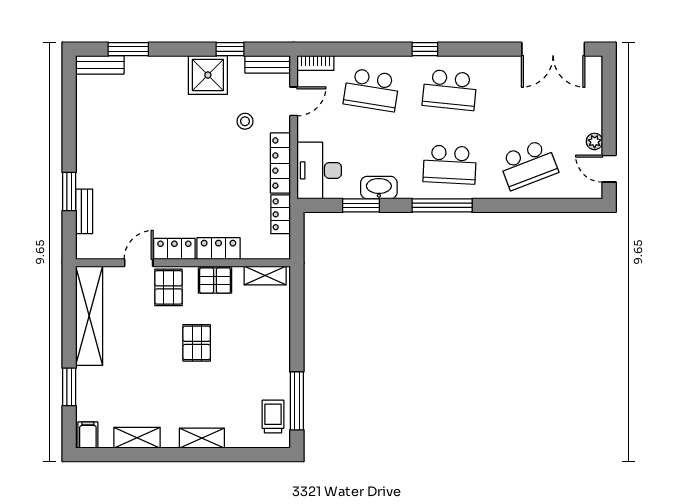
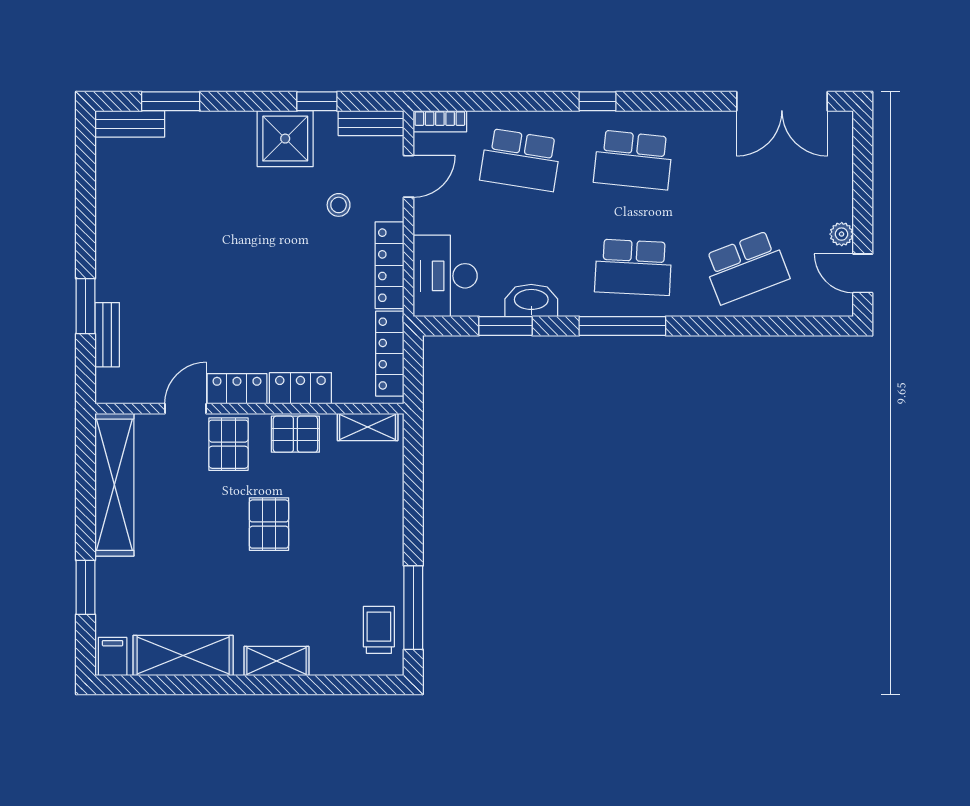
locker: (281, 214) -> (390, 354), width x1.53
shelving: (137, 438) -> (183, 655), width x1.50, depth x1.33

